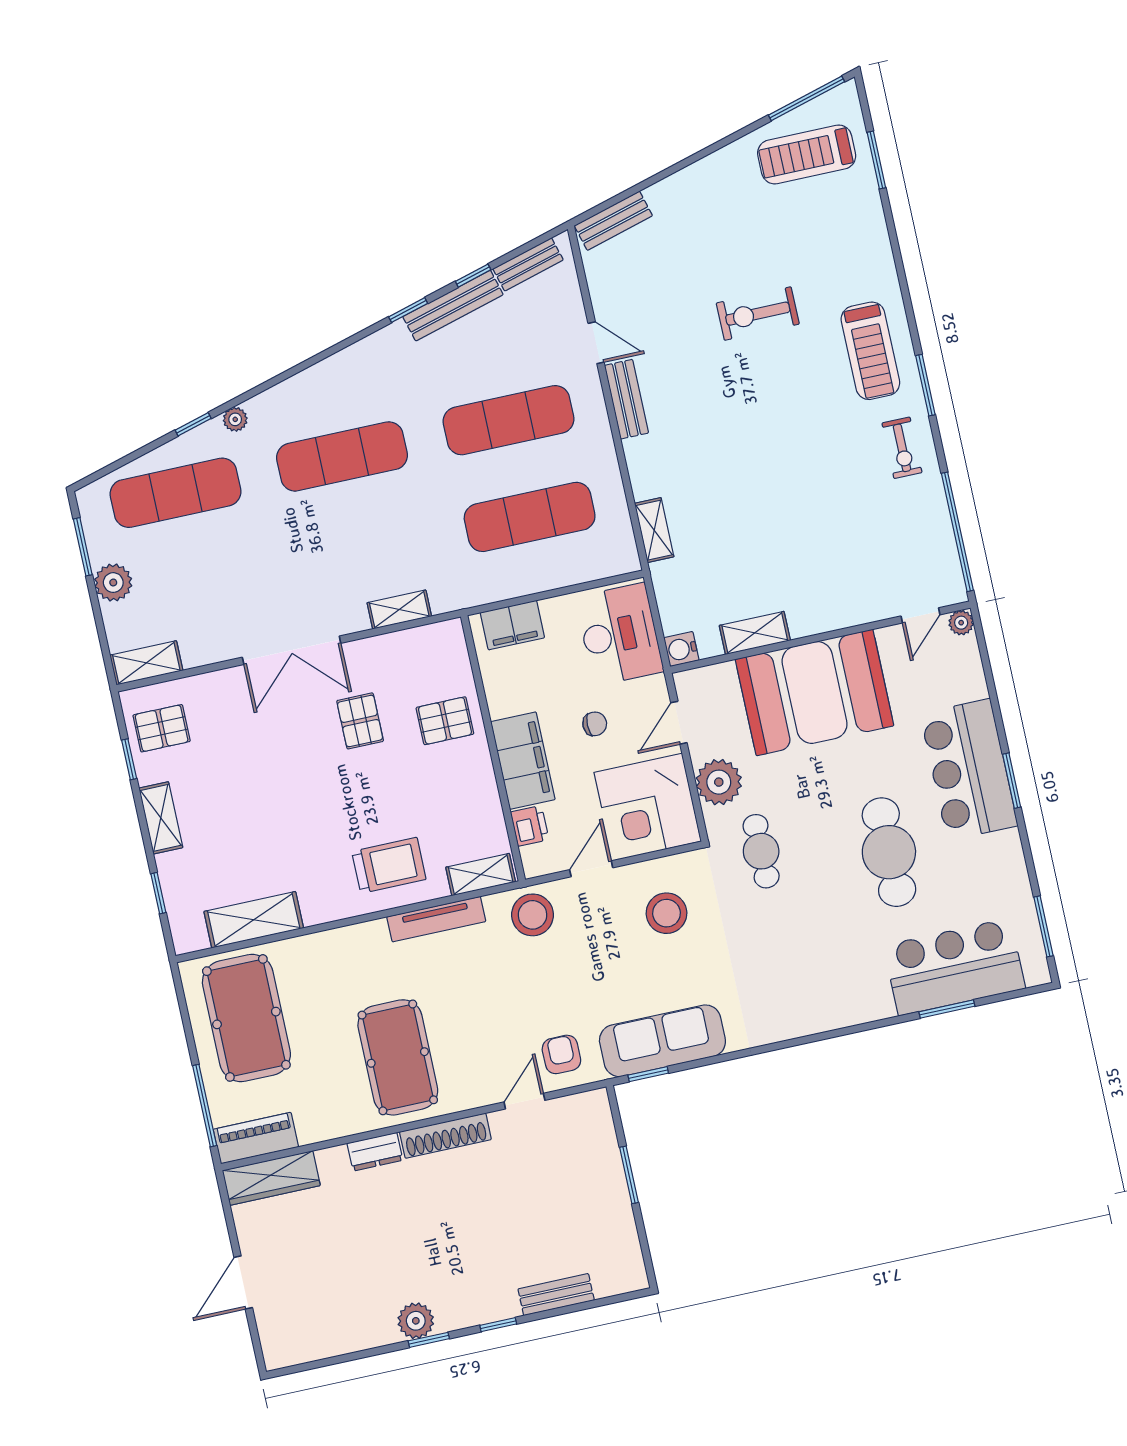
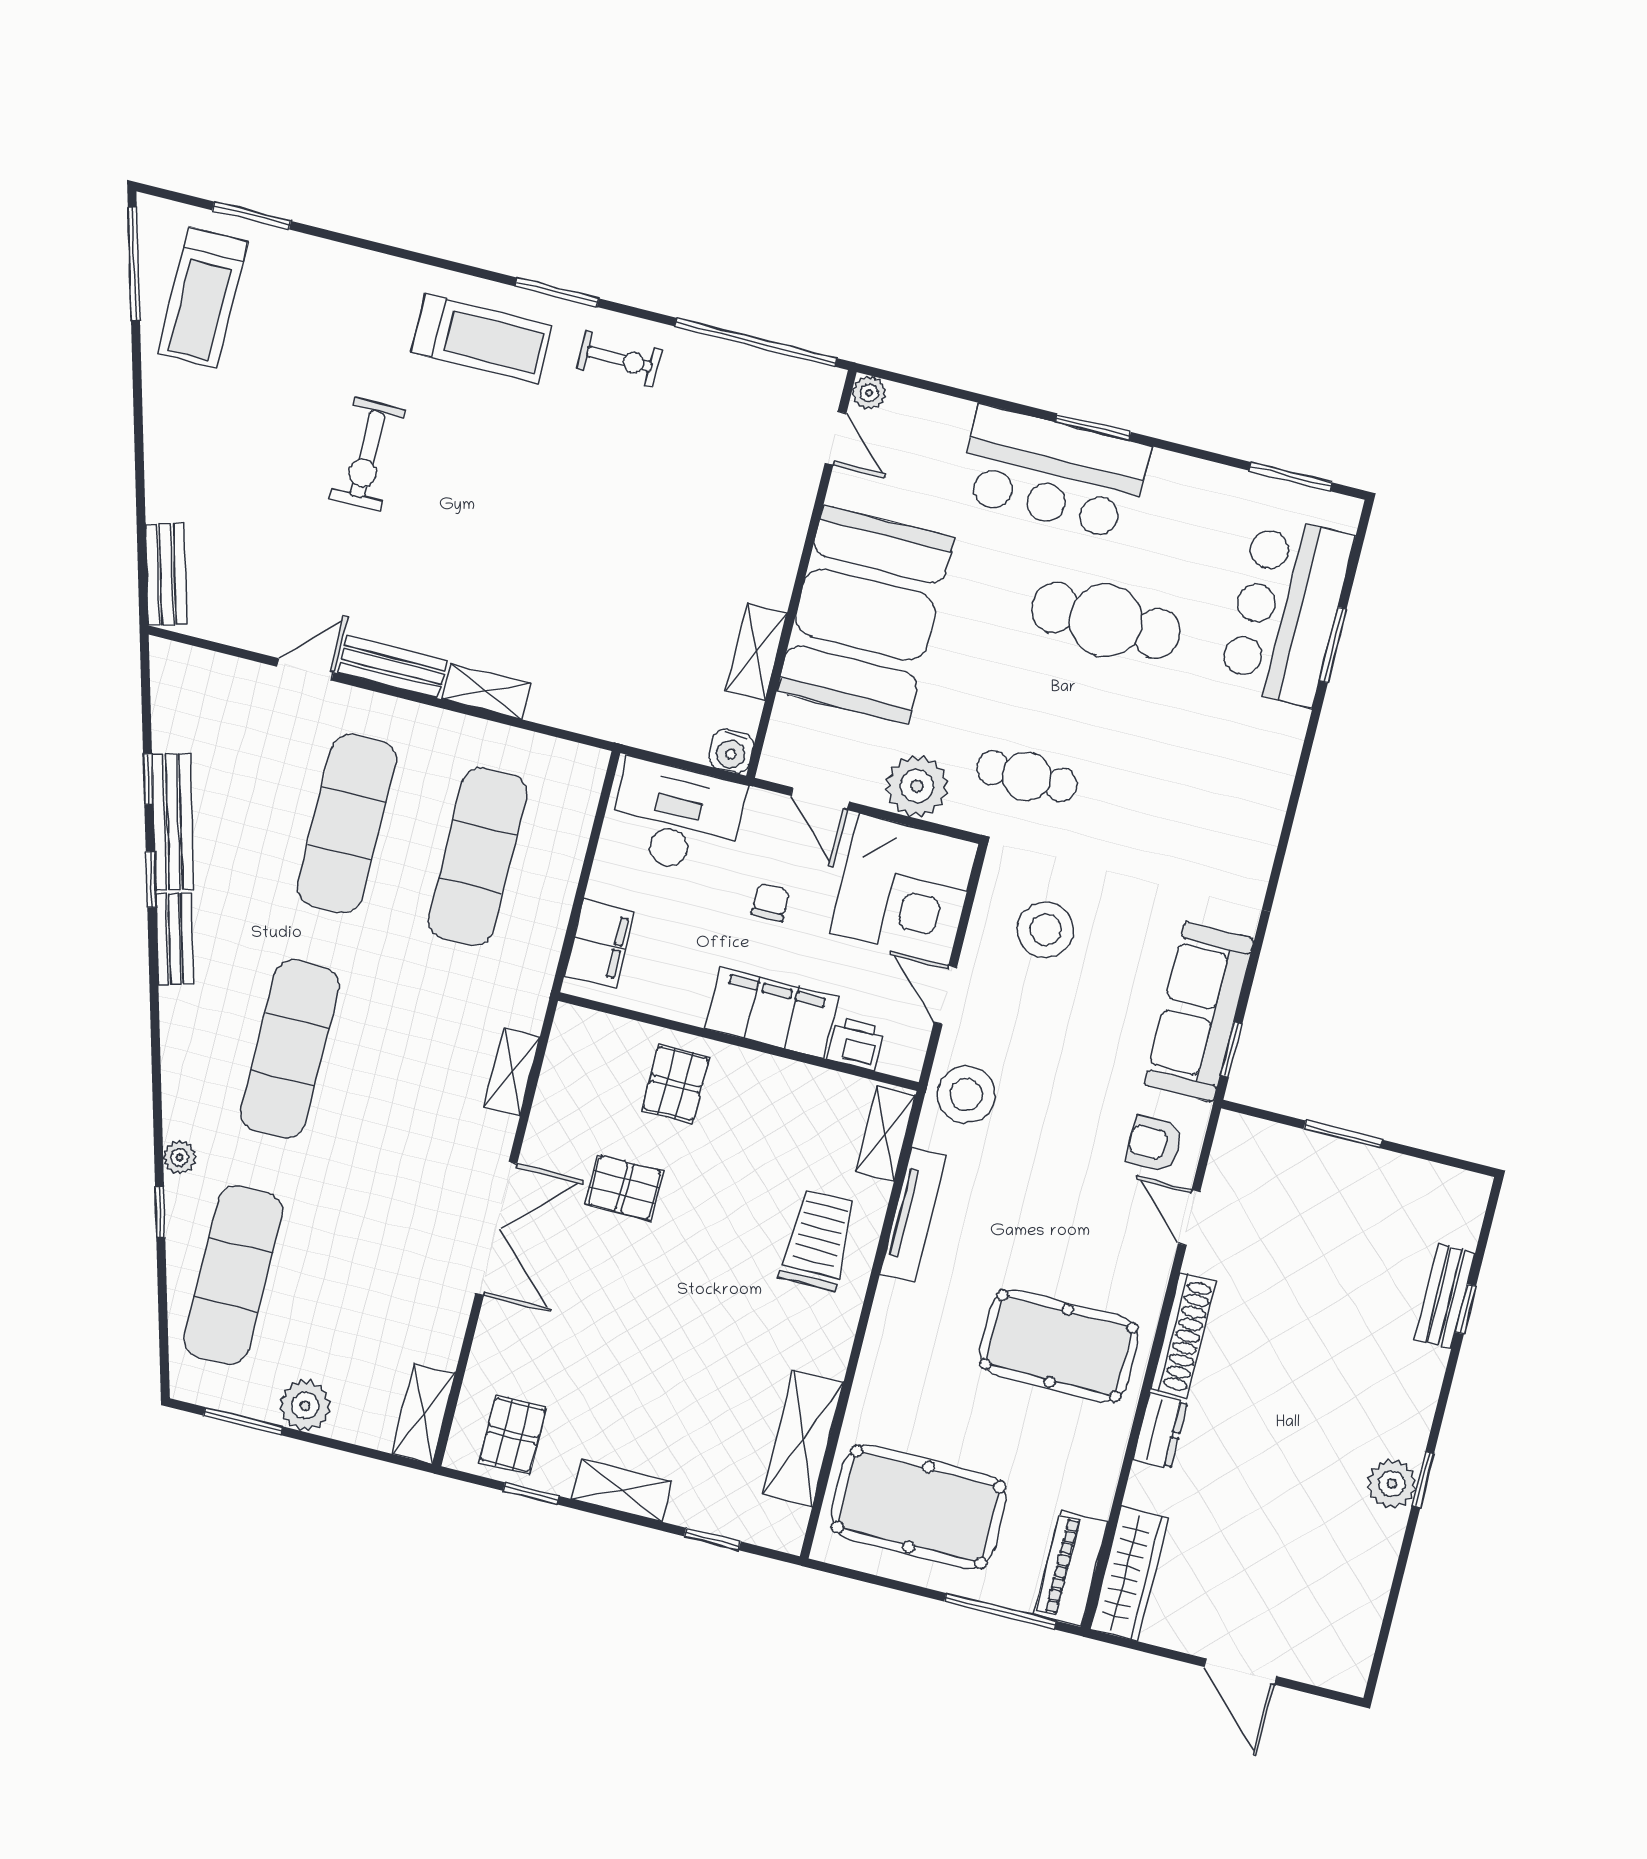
bench: (528, 264) -> (174, 939), moved
shelving: (654, 530) -> (486, 691), moved
window: (498, 1325) -> (1466, 1309), moved

